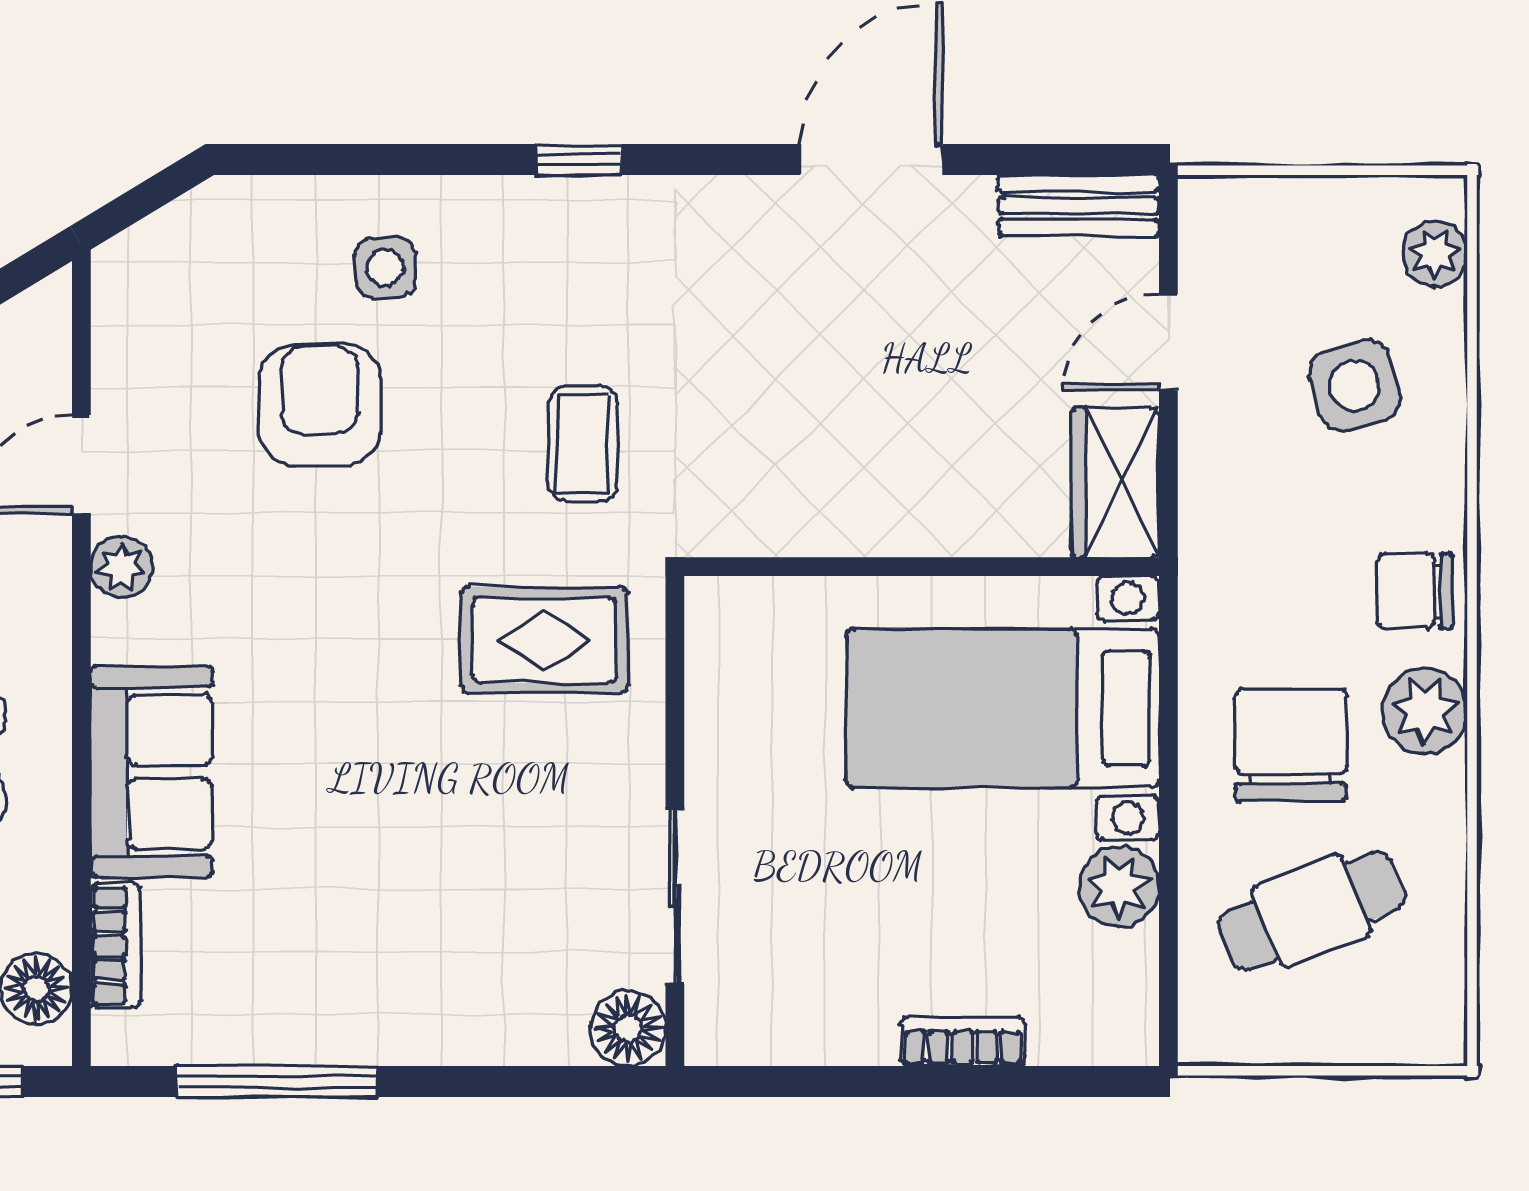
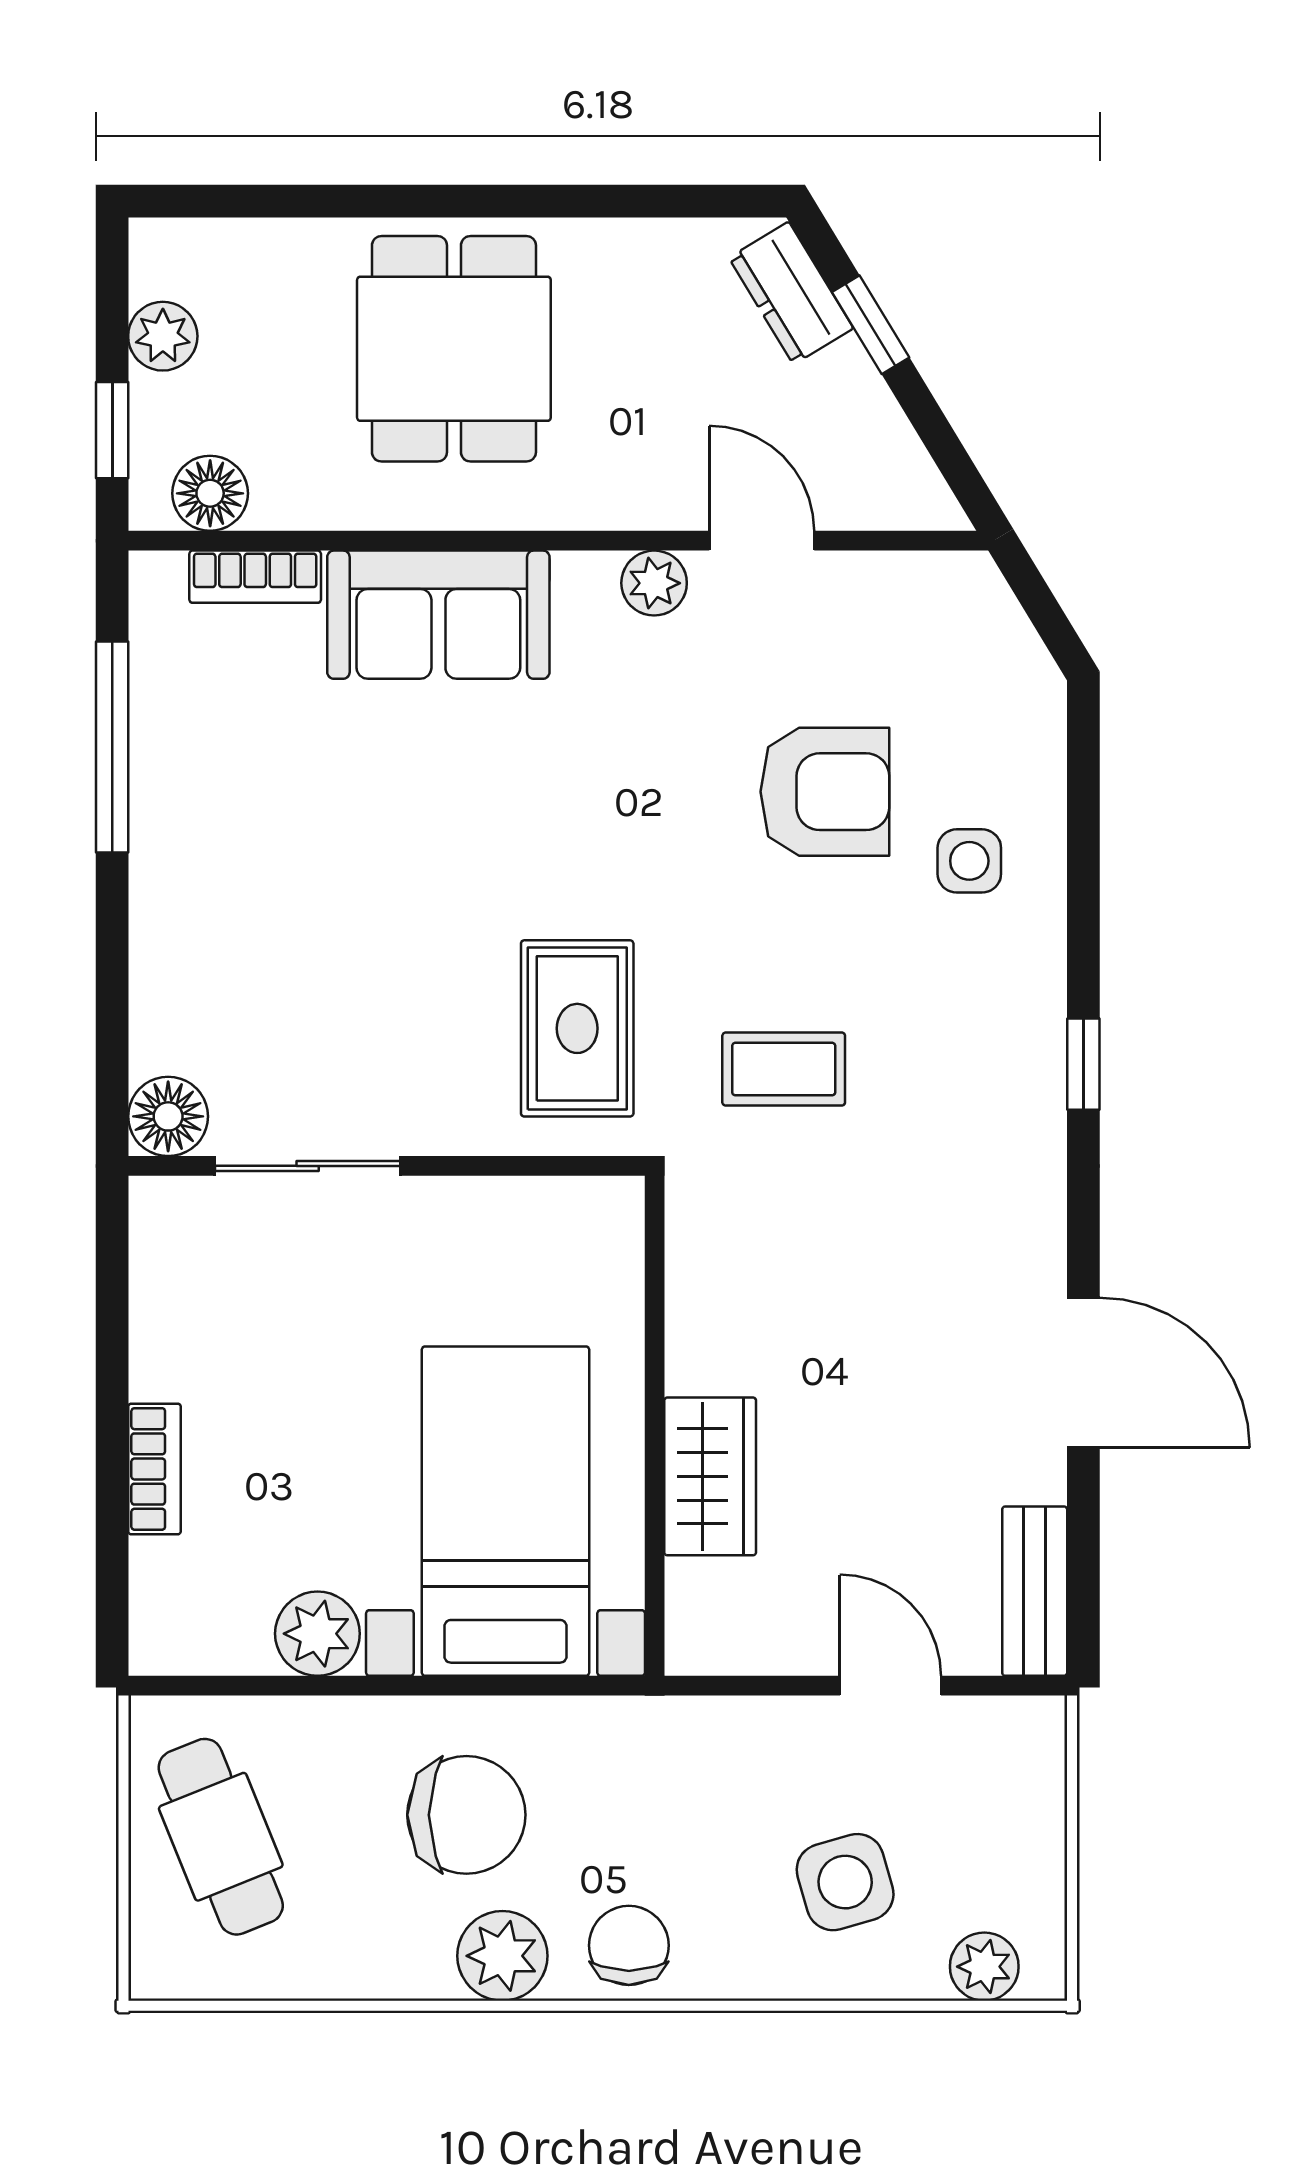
wardrobe: (1116, 482) -> (710, 1476), moved, turned 90
cafe table: (1312, 911) -> (221, 1837), moved

